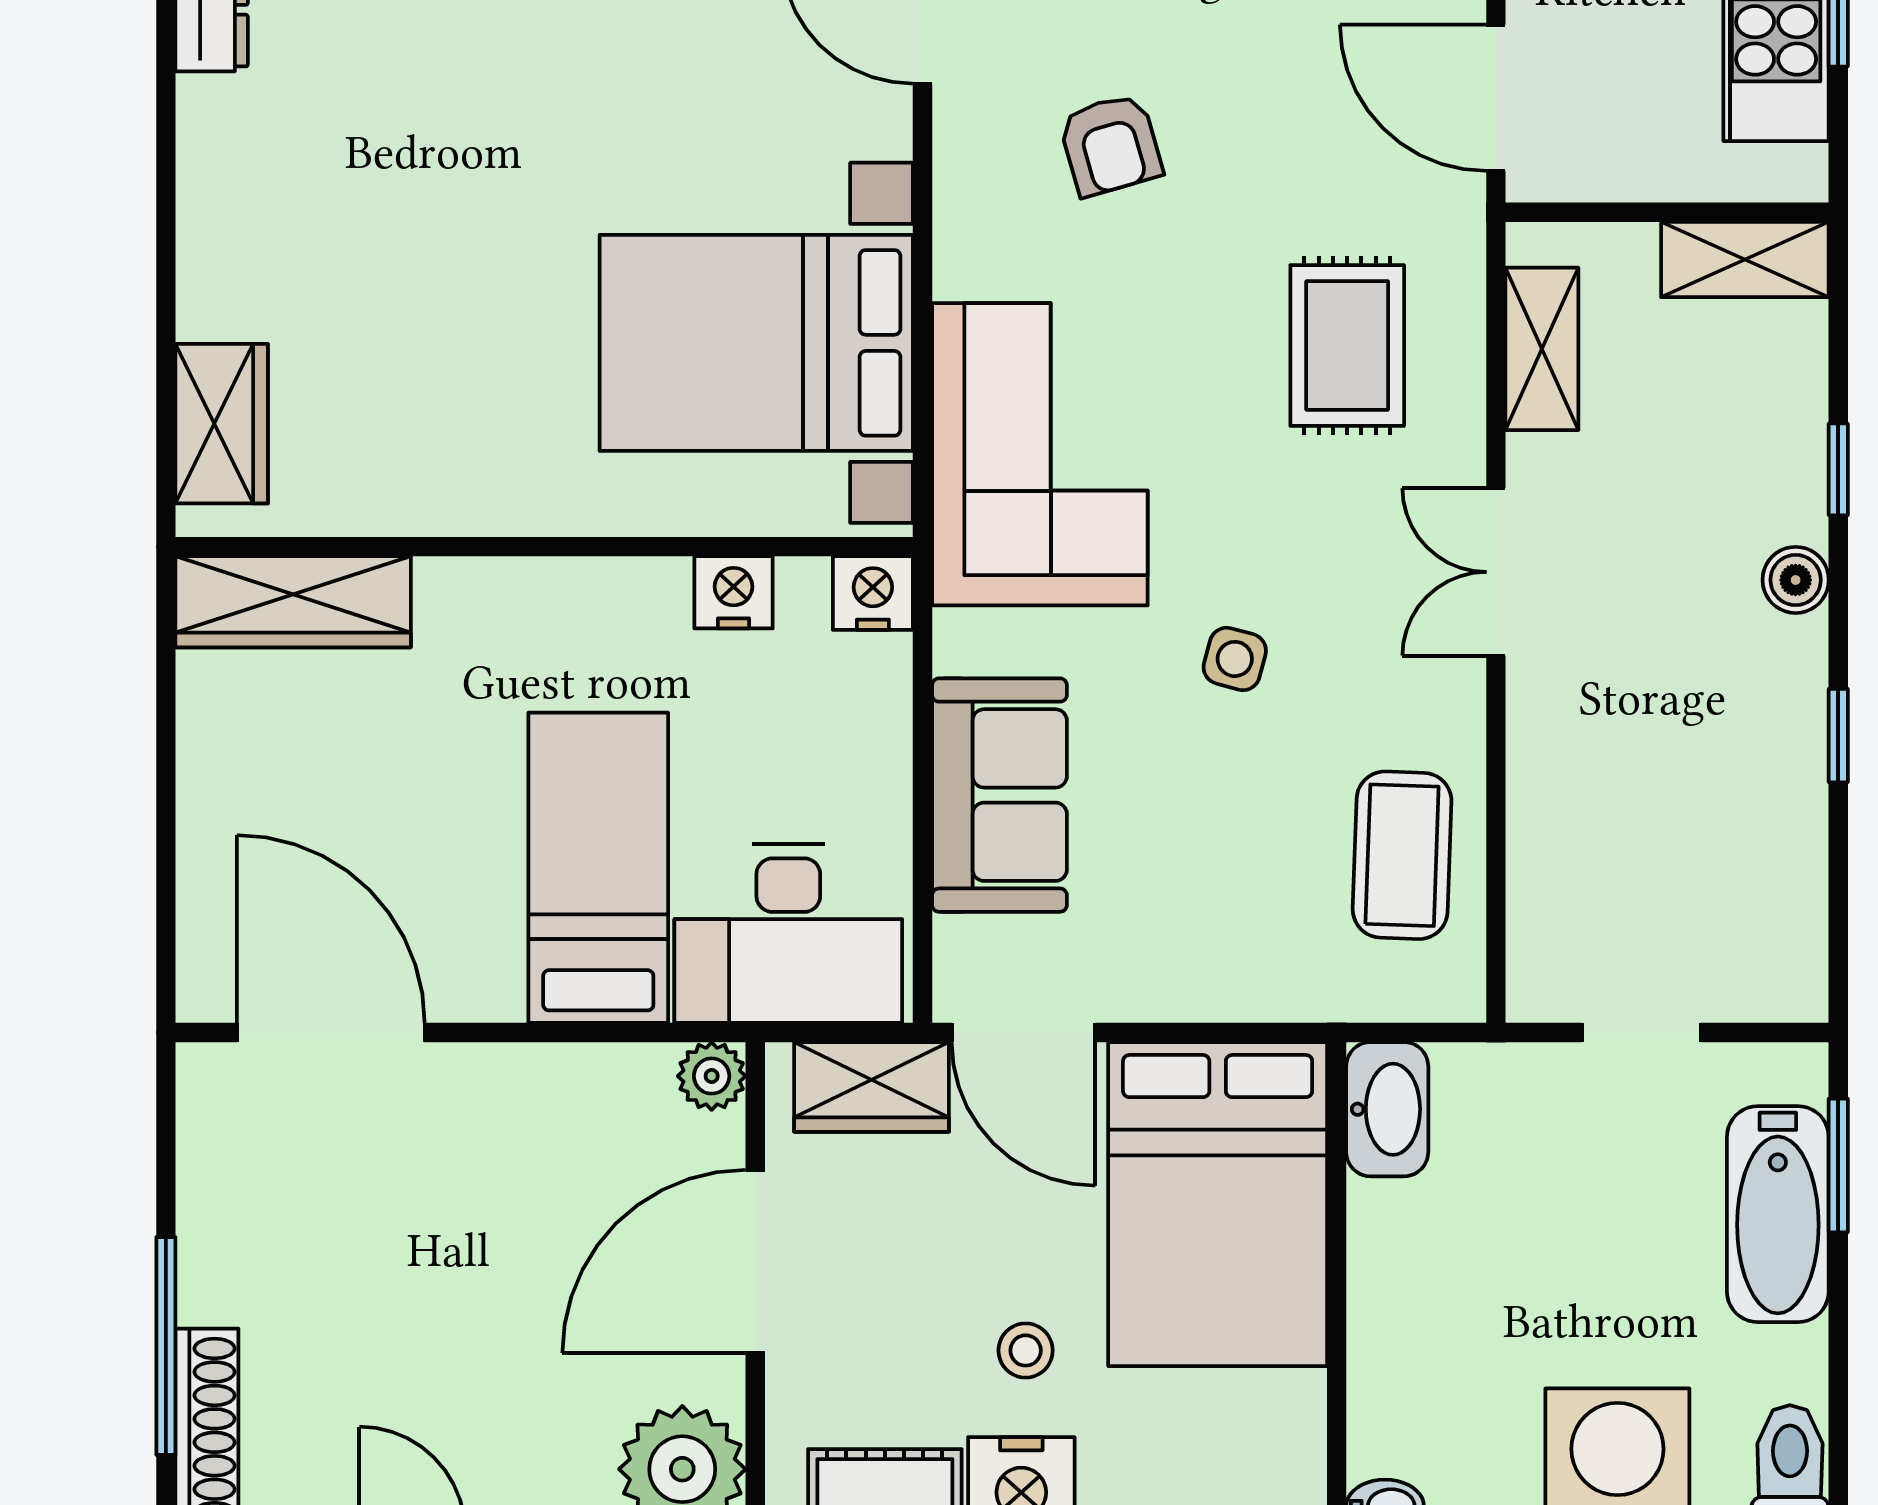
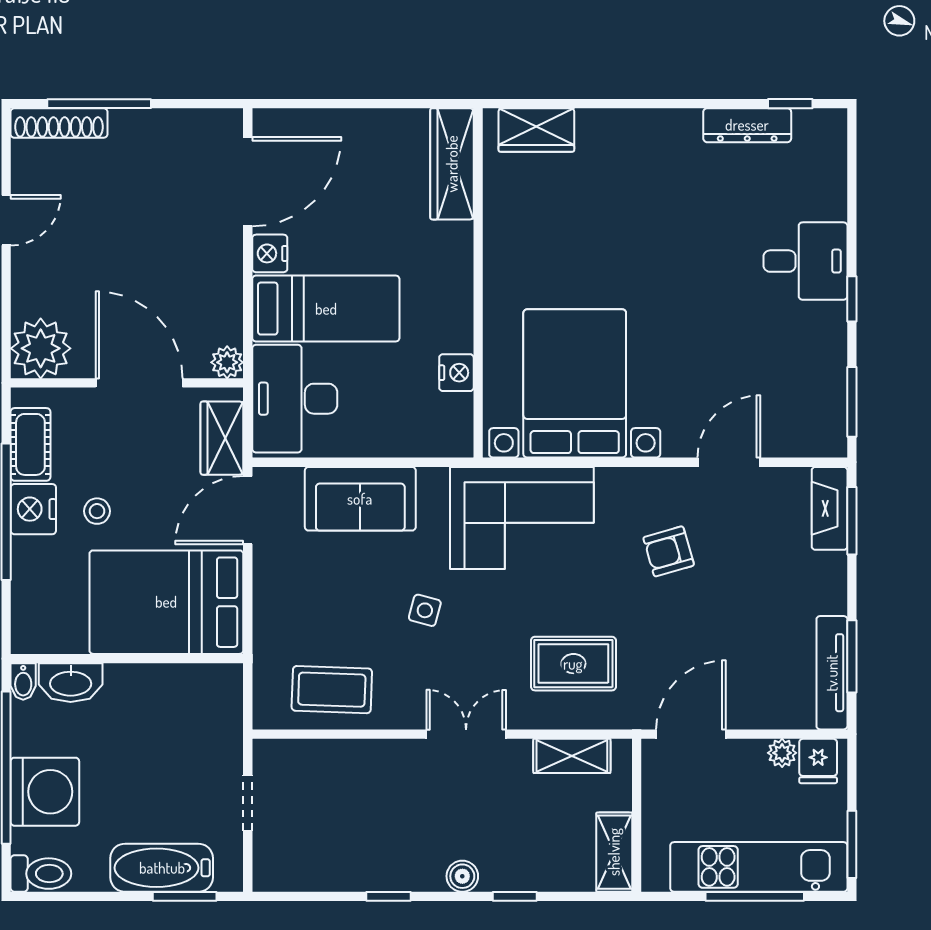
nightstand: (873, 593) -> (270, 253), moved, turned 180
washbasin: (1387, 1109) -> (71, 683), moved

